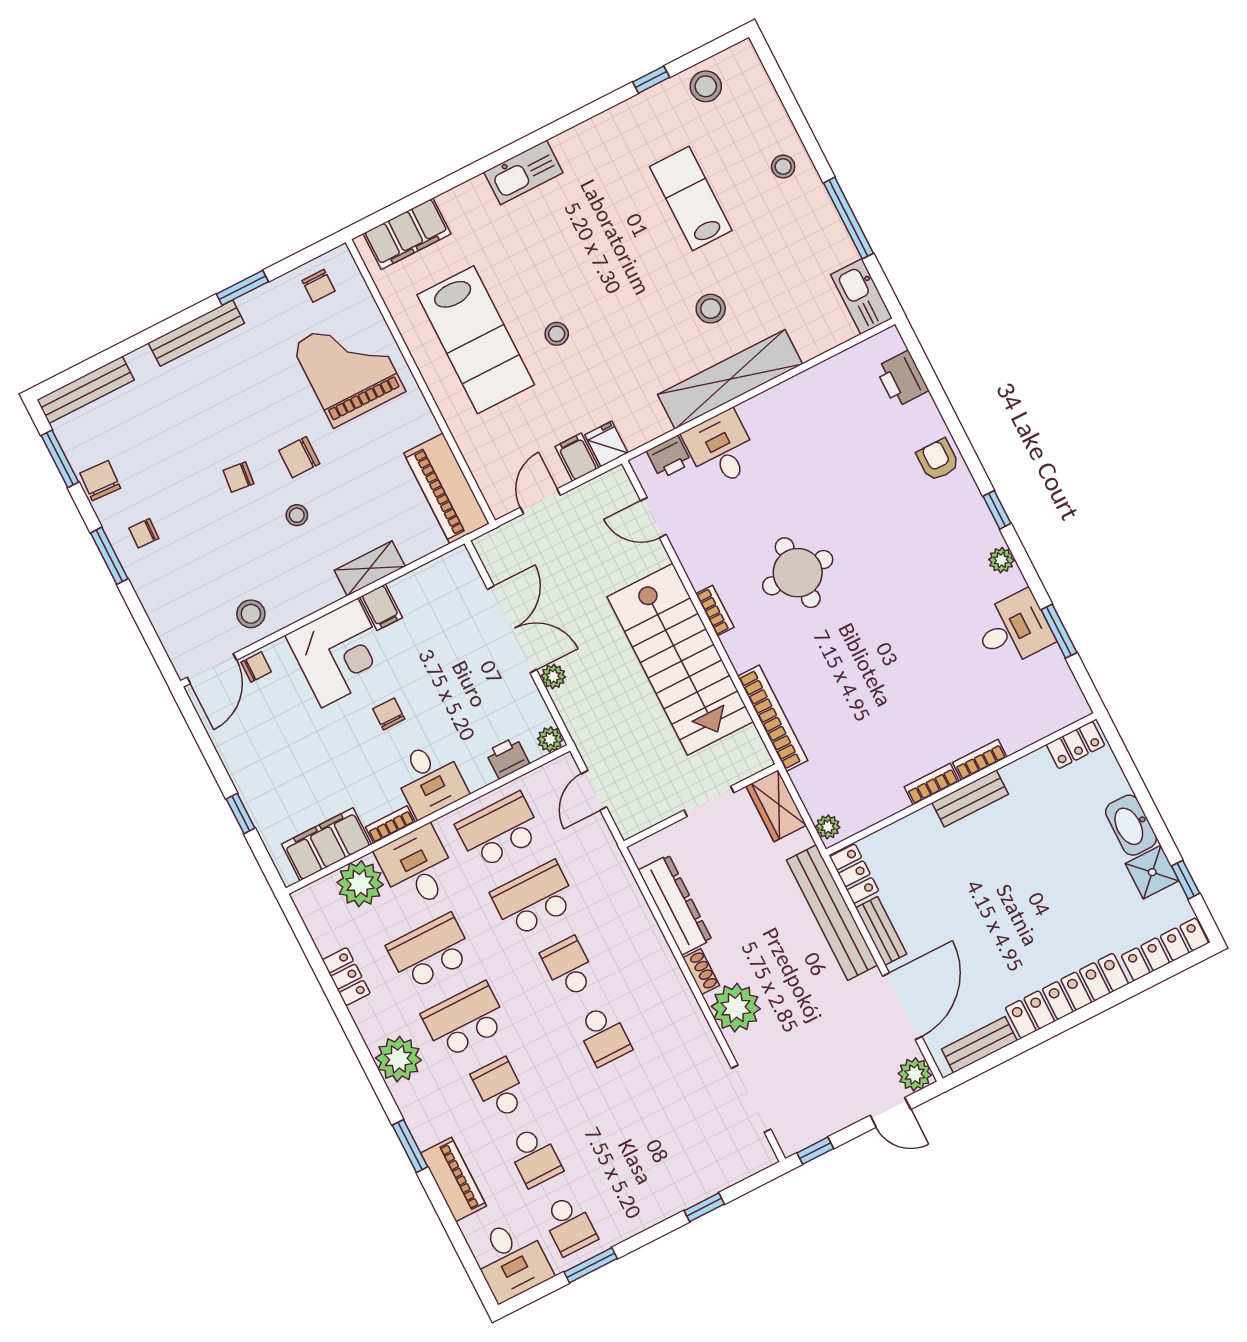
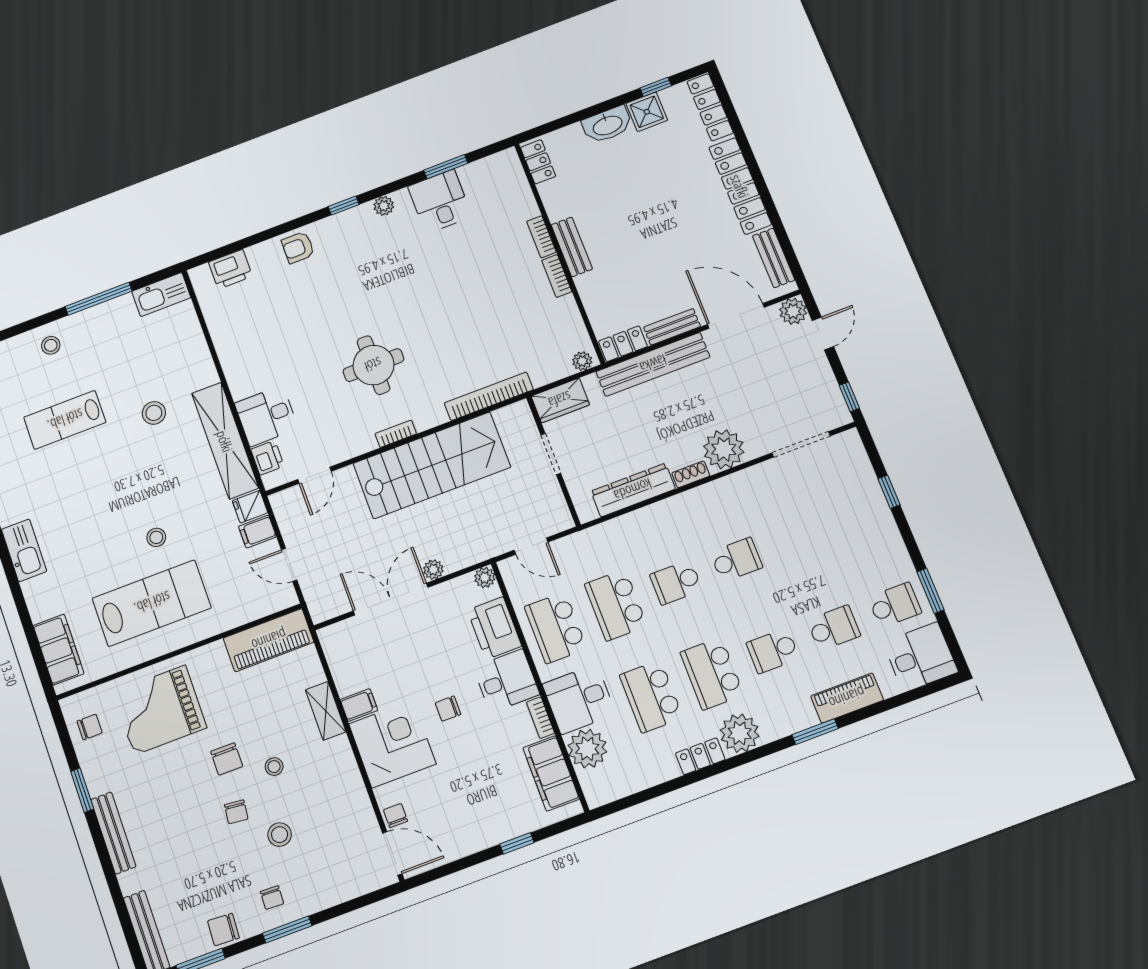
shelving: (730, 379) -> (225, 441), moved
stool: (251, 614) -> (280, 835), moved
printer: (507, 758) -> (494, 628), width x1.87, depth x1.48
locker: (346, 977) -> (700, 756), moved

